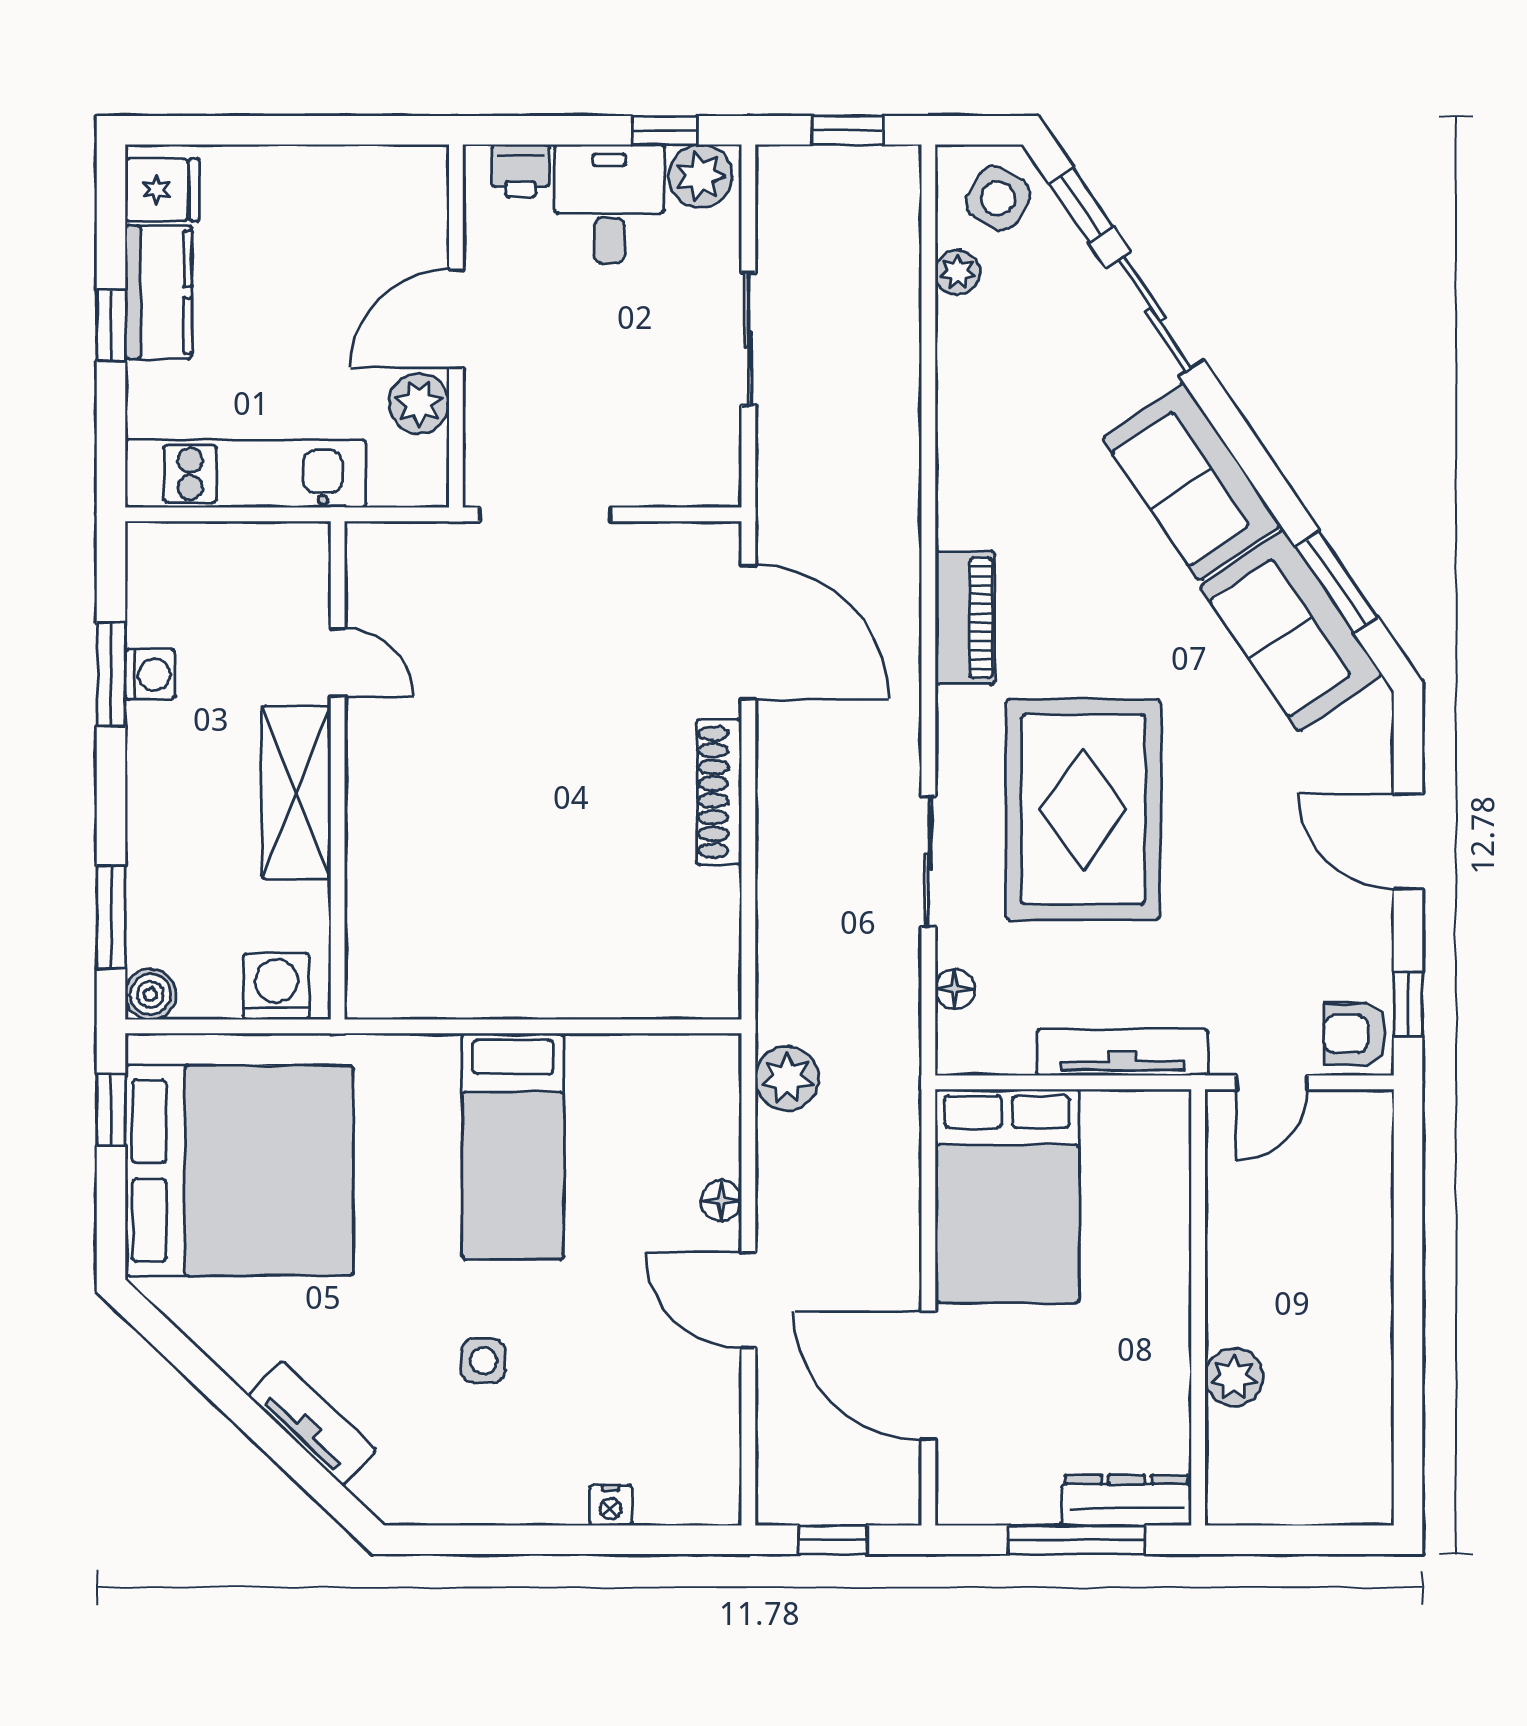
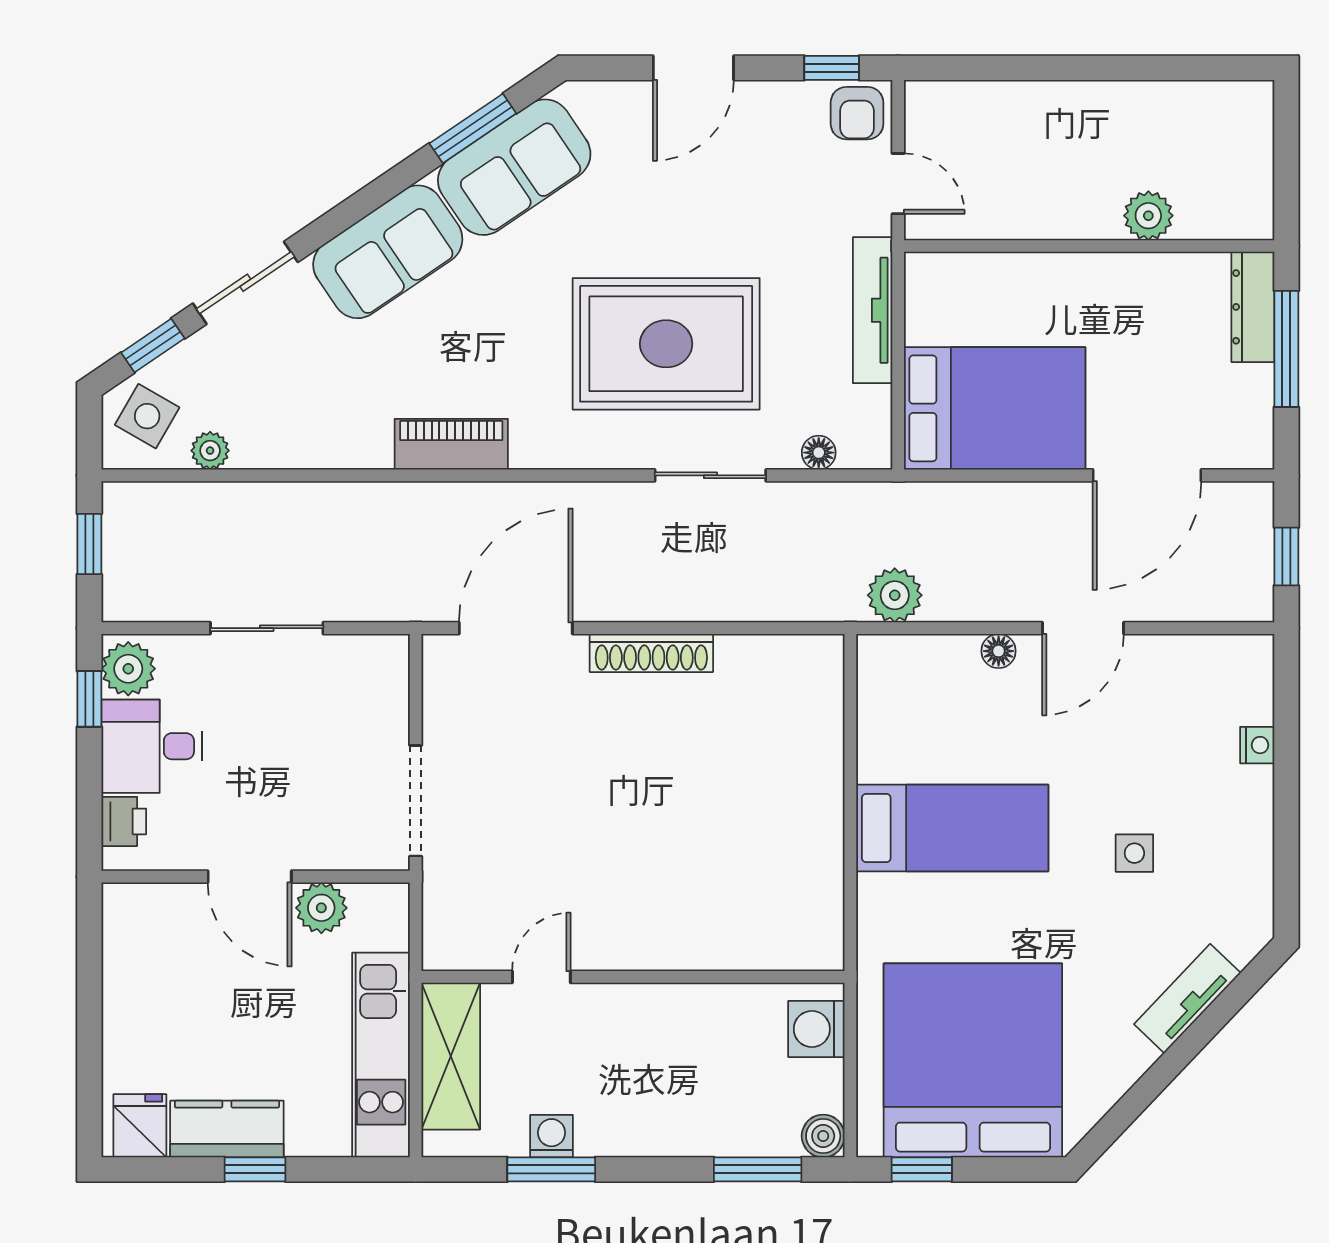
piano: (965, 618) -> (451, 444), moved
shelving: (296, 792) -> (451, 1056), moved, turned 90

